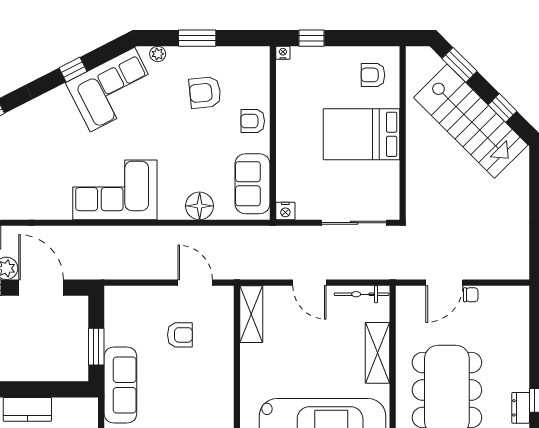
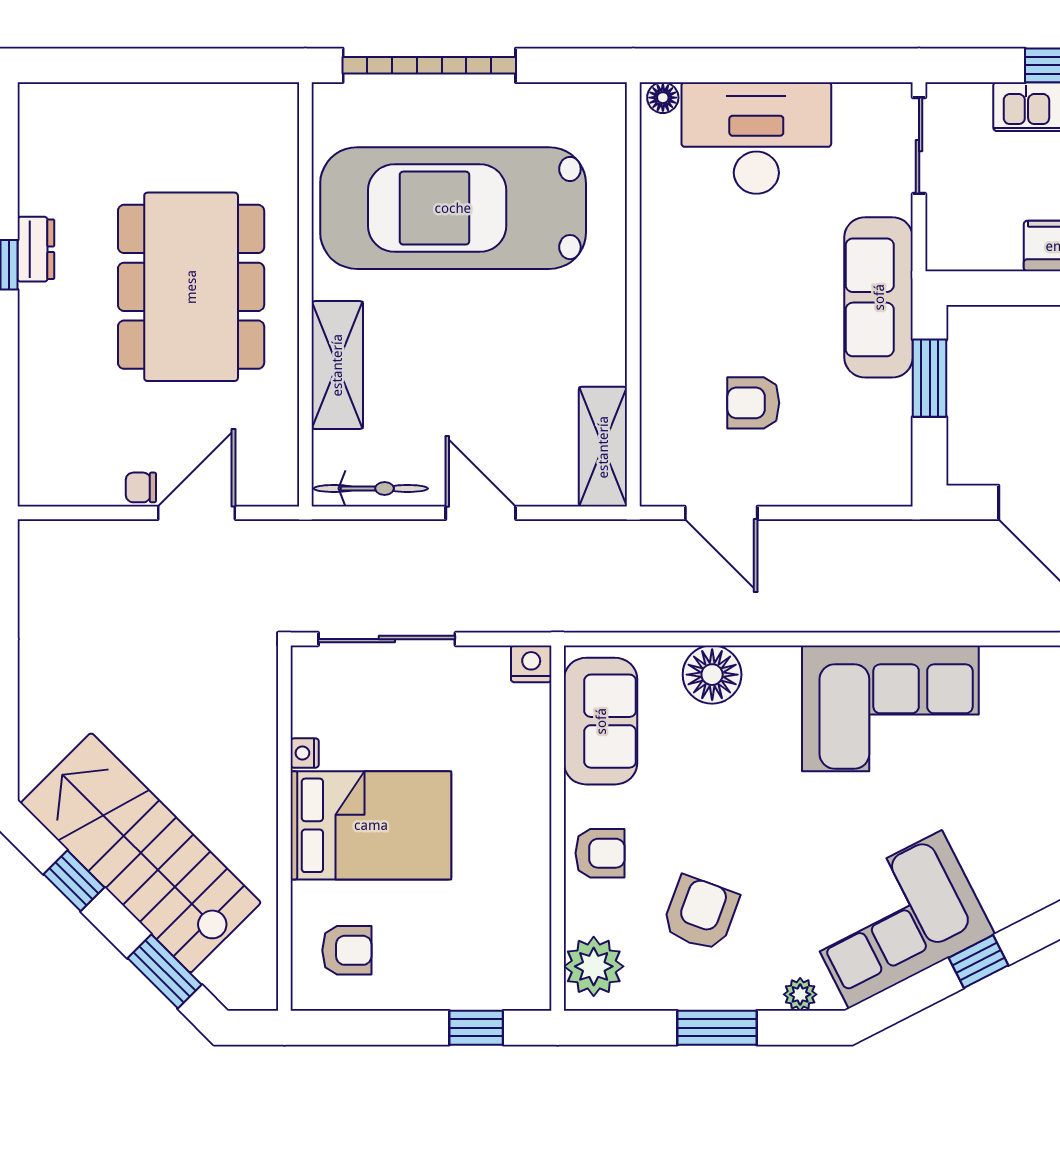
nightstand: (283, 53) -> (305, 753), moved, turned 90
plant: (256, 67) -> (594, 966), added
armchair: (205, 92) -> (701, 913), turned -64

